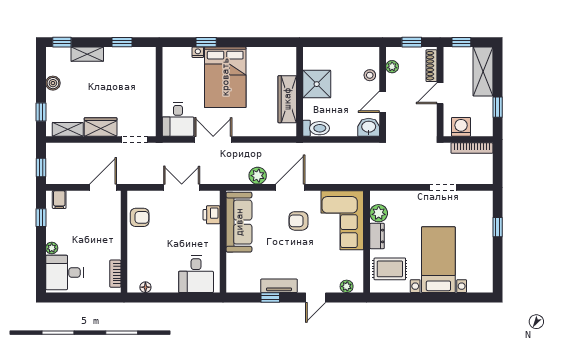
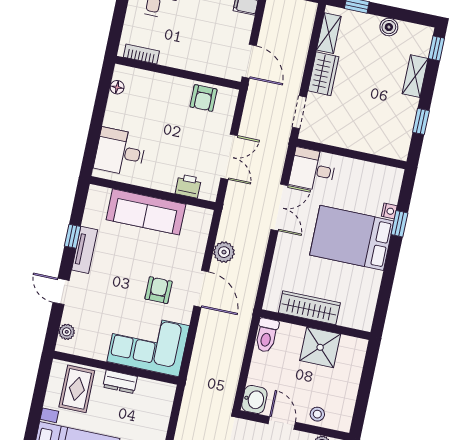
plant: (379, 213) -> (147, 390), removed
sofa: (239, 222) -> (146, 212), moved

